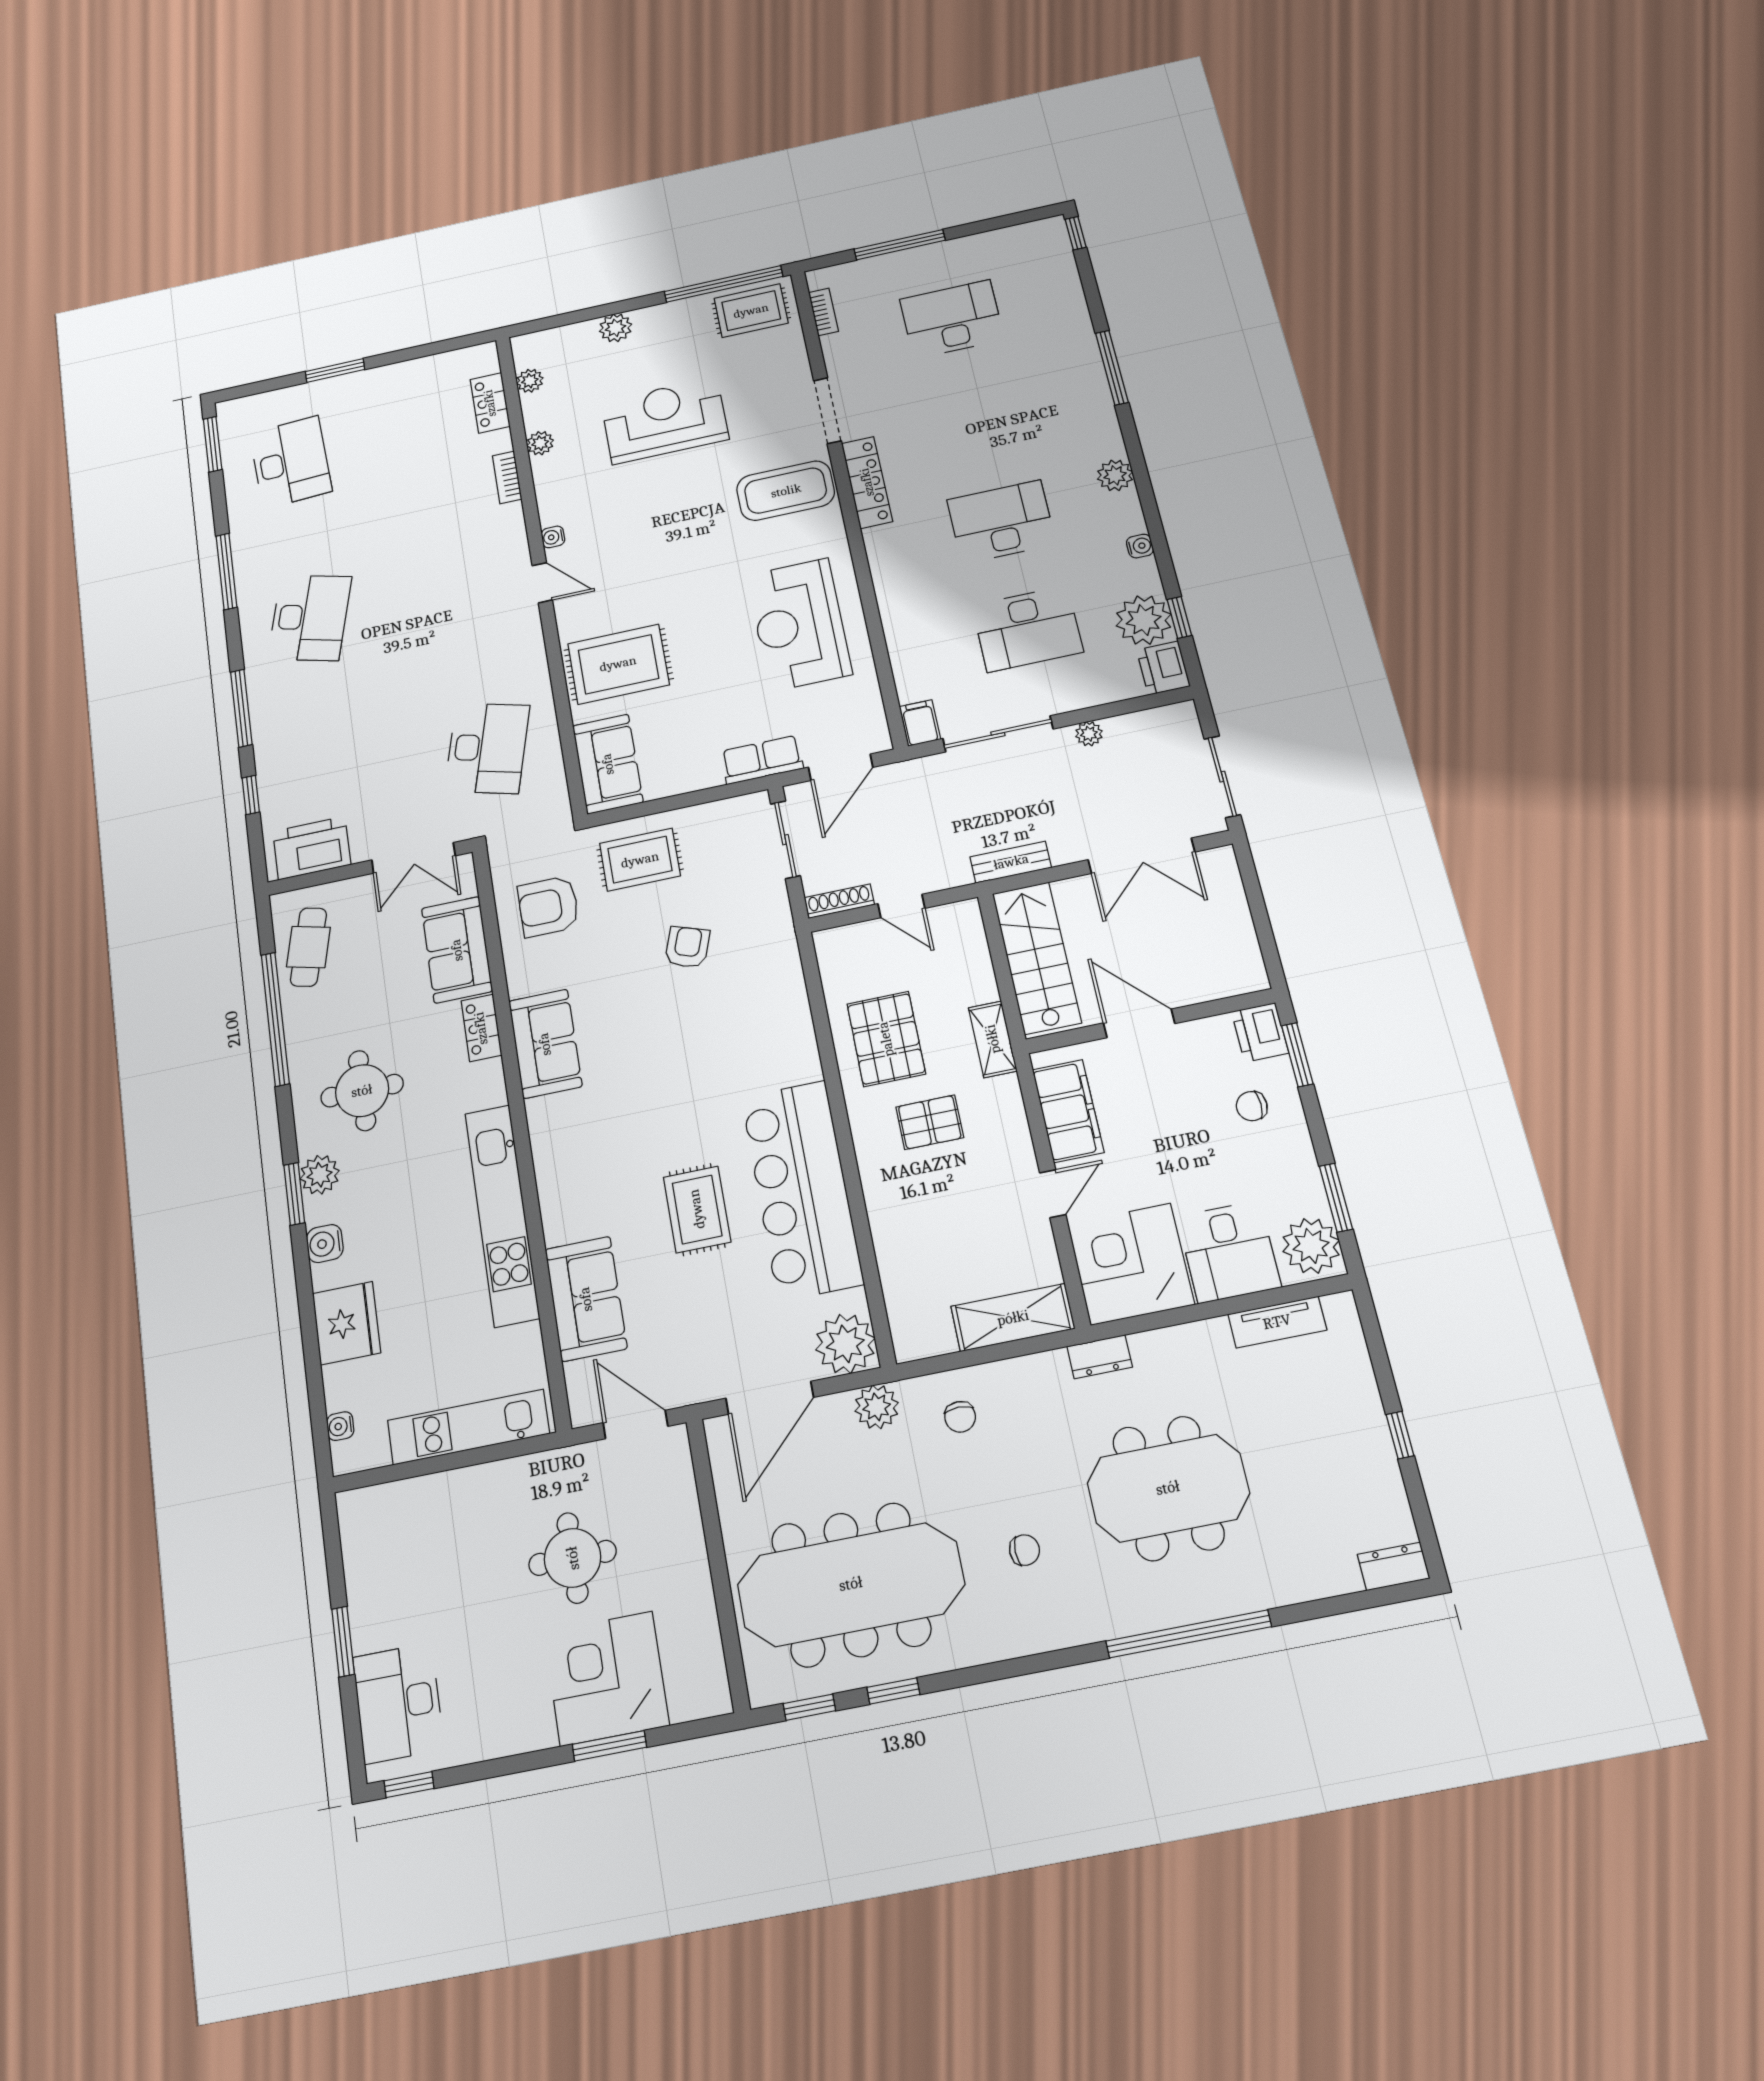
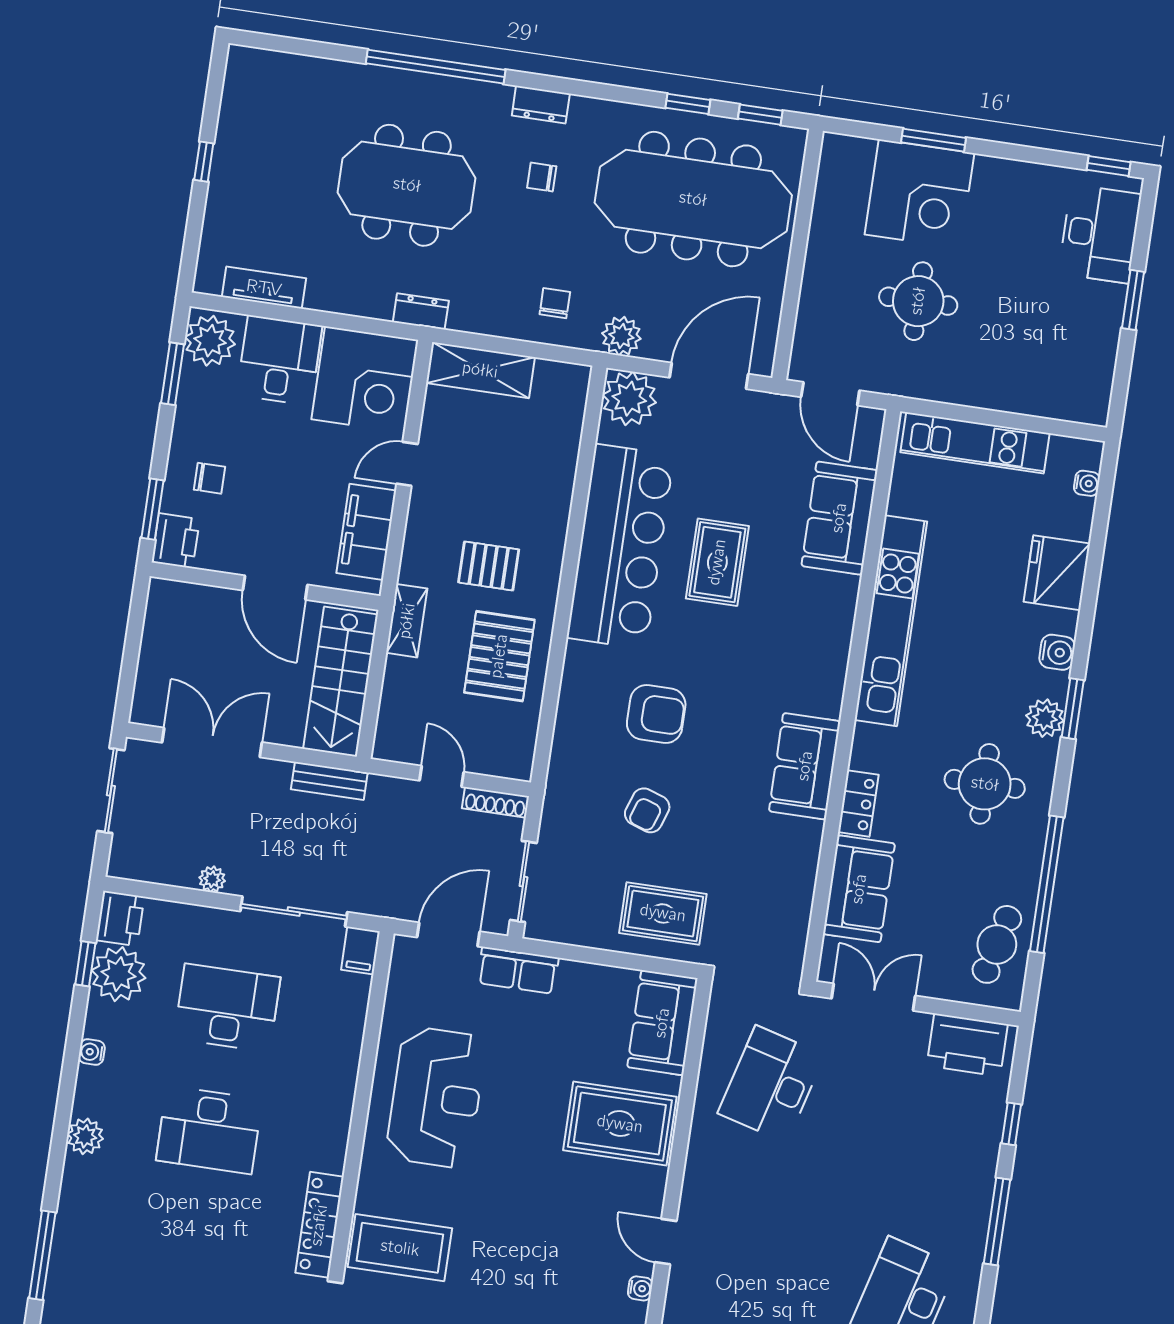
armchair: (548, 906) -> (656, 714), moved
dresser: (1394, 1566) -> (541, 105), moved

